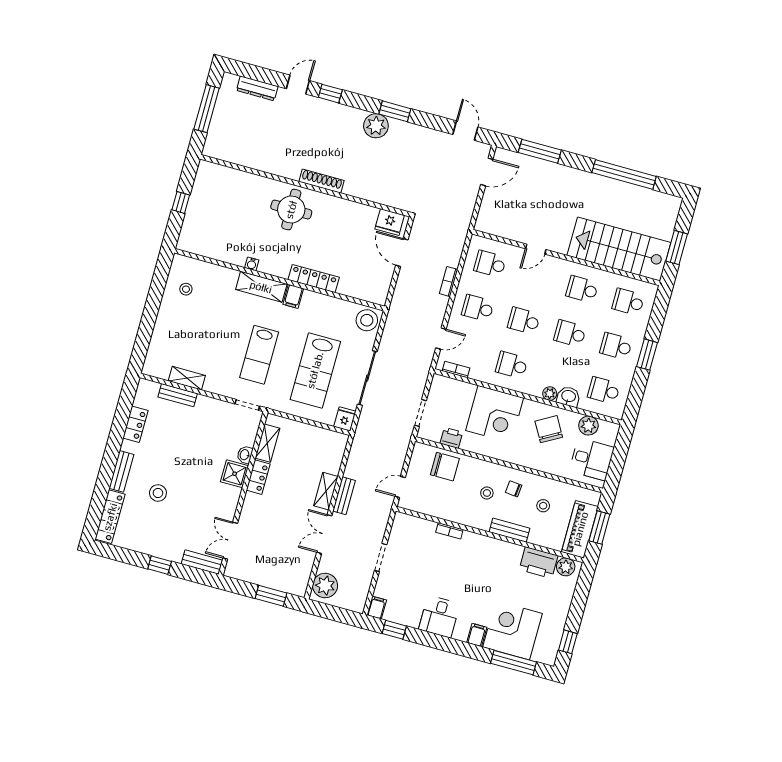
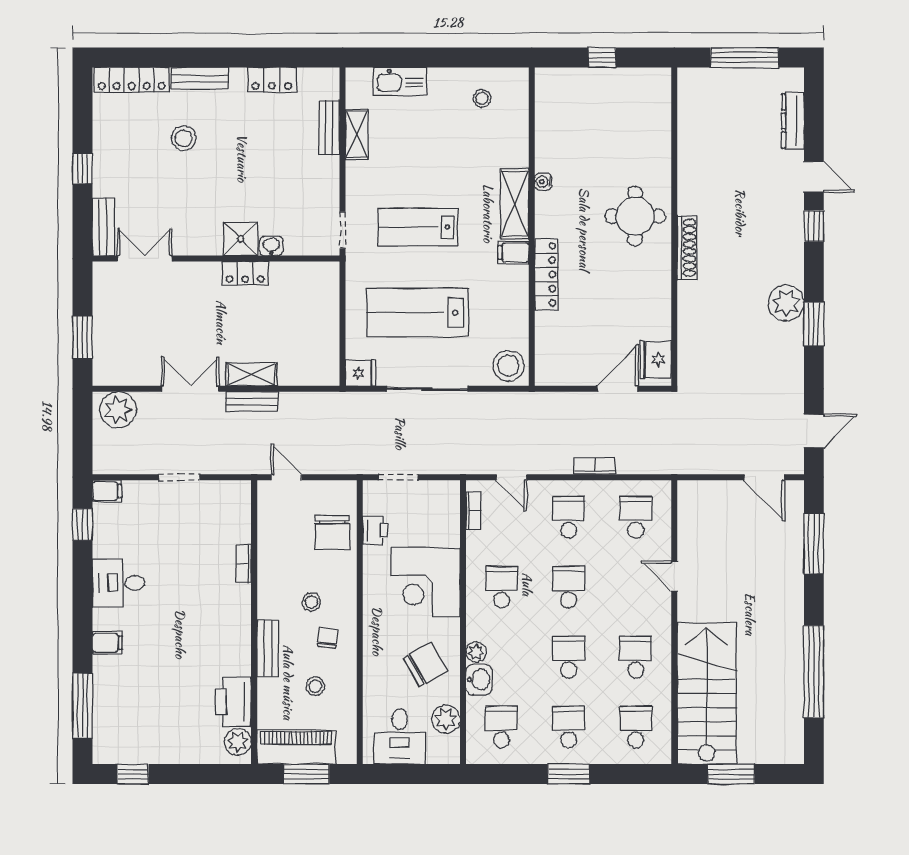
kitchen sink: (160, 340) -> (400, 81), added
shelving: (267, 443) -> (296, 273), removed
corner desk: (513, 630) -> (128, 691), removed

